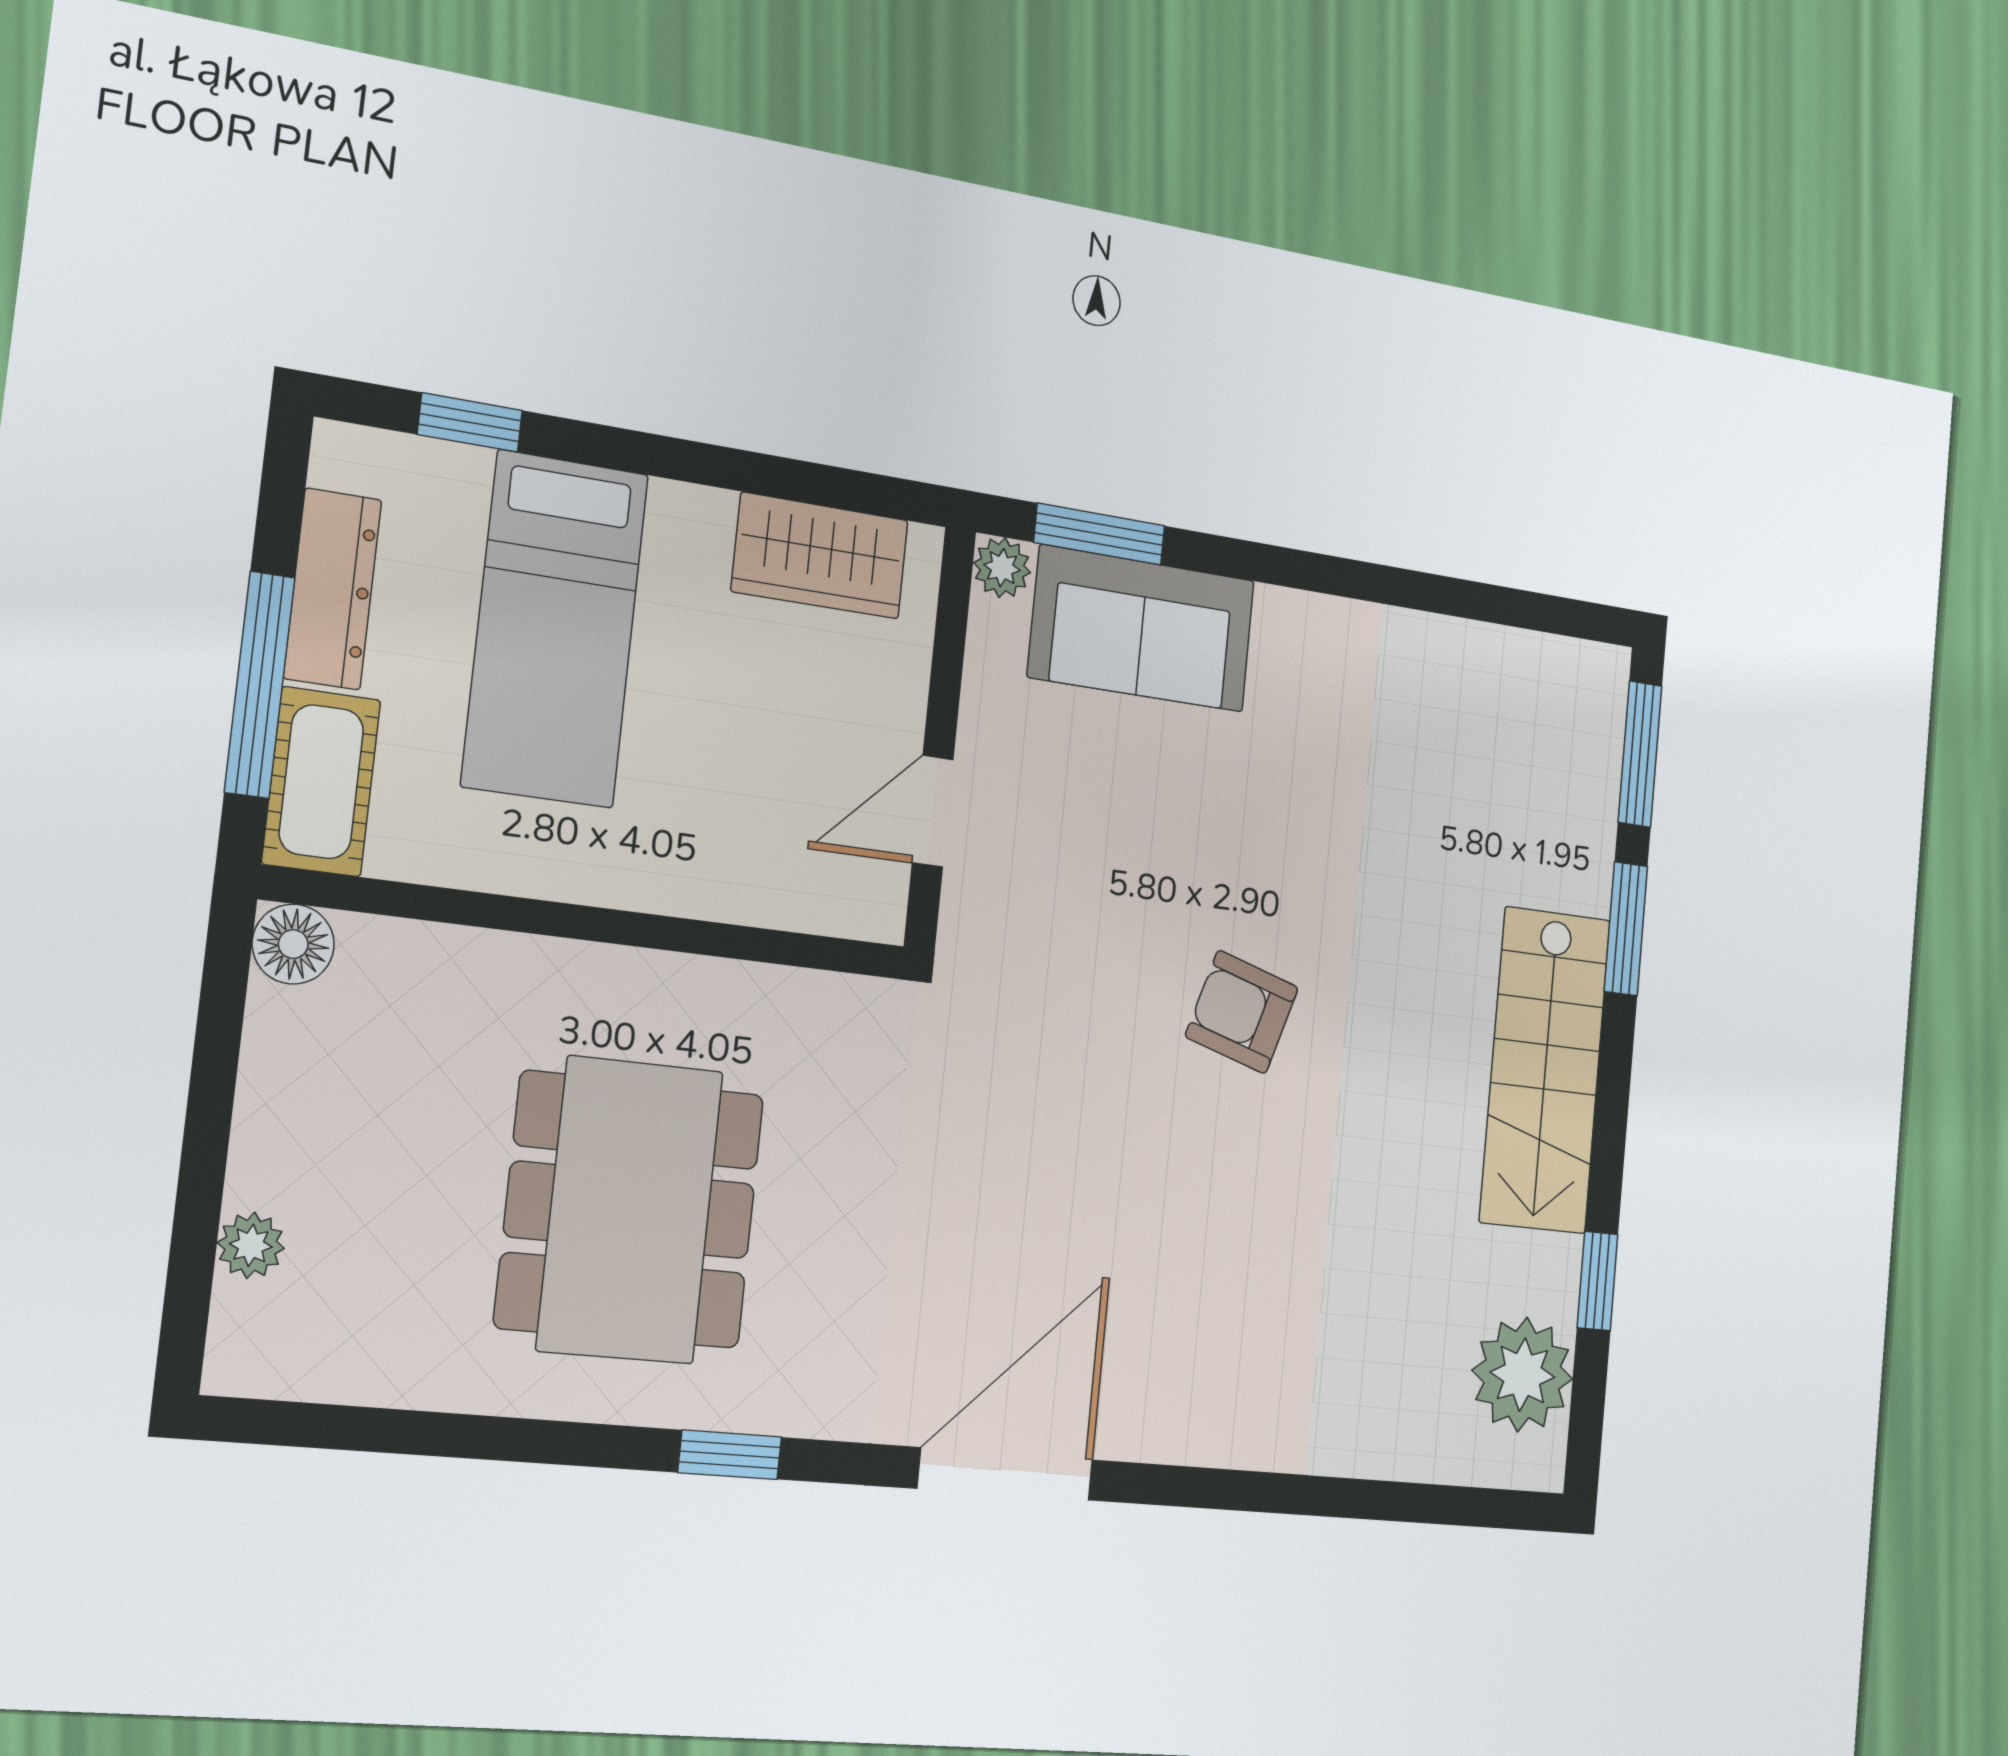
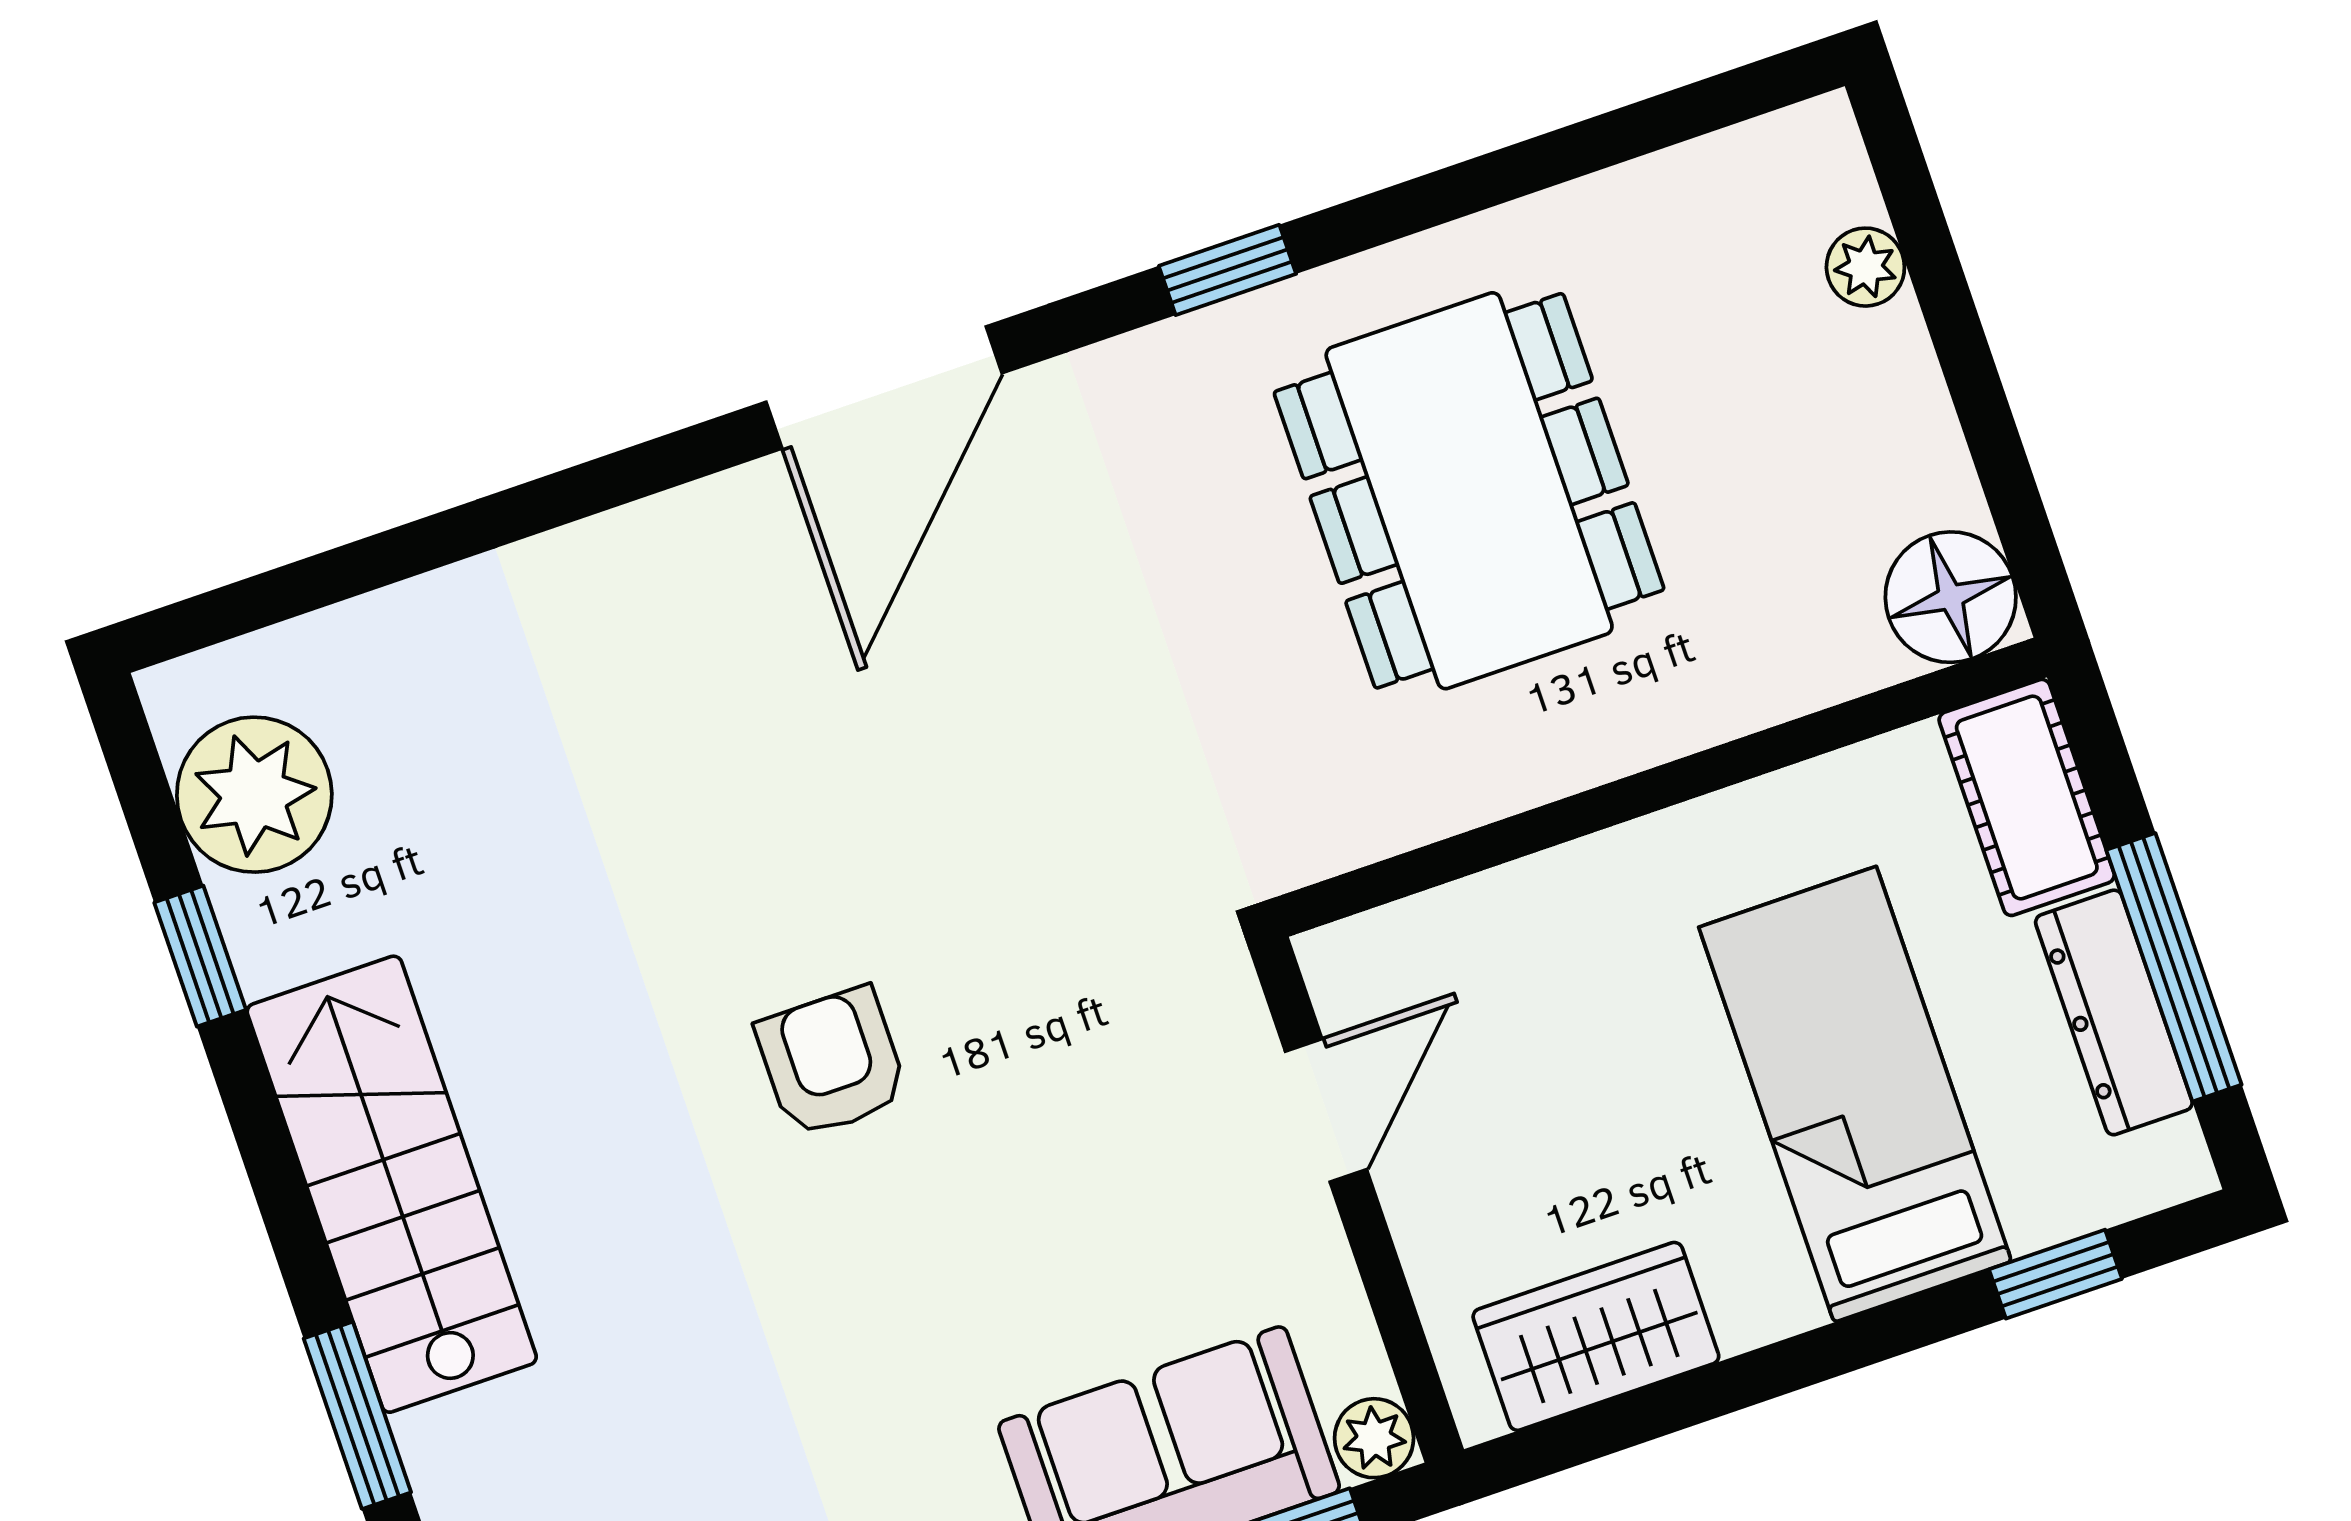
window: (260, 685) -> (2174, 967), moved
floor lamp: (293, 944) -> (1951, 597), width x1.38, depth x1.38
armchair: (1242, 1012) -> (832, 1062), turned -107

